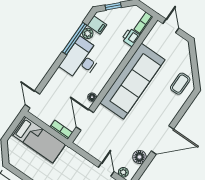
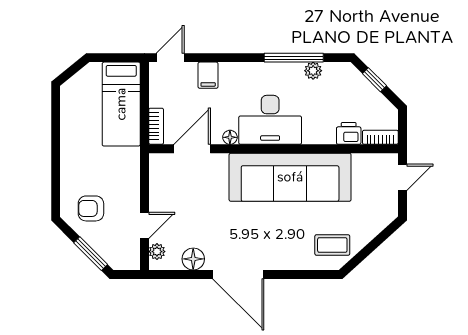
filing cabinet: (97, 25) -> (208, 75), moved
desk: (81, 59) -> (270, 120), moved, turned 180

